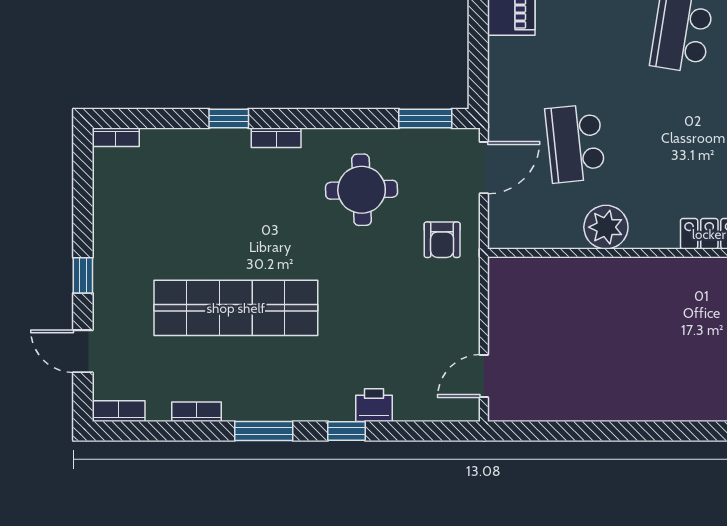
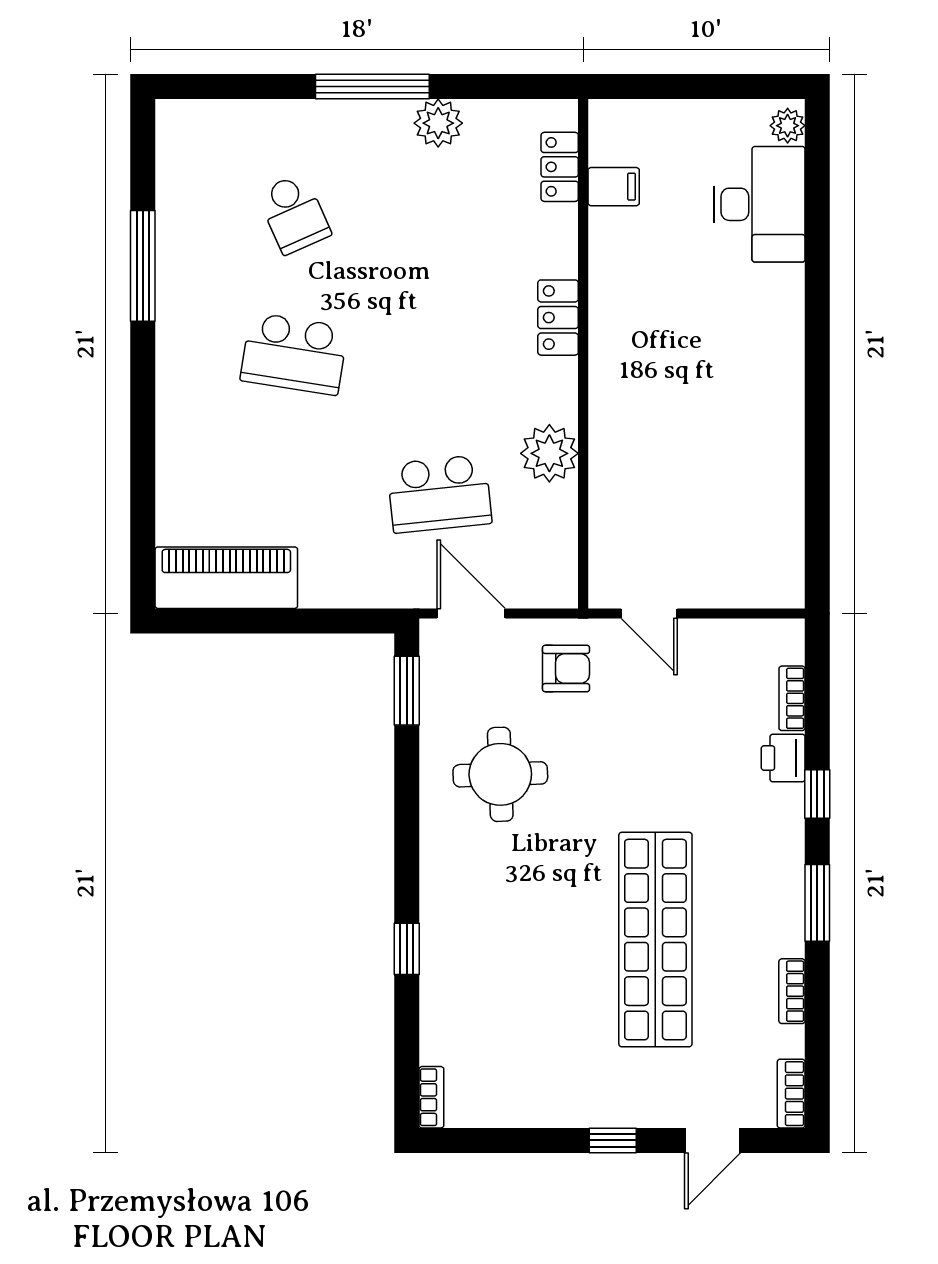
bookcase: (276, 138) -> (792, 698), moved, turned 180
door: (484, 376) -> (649, 614), moved

